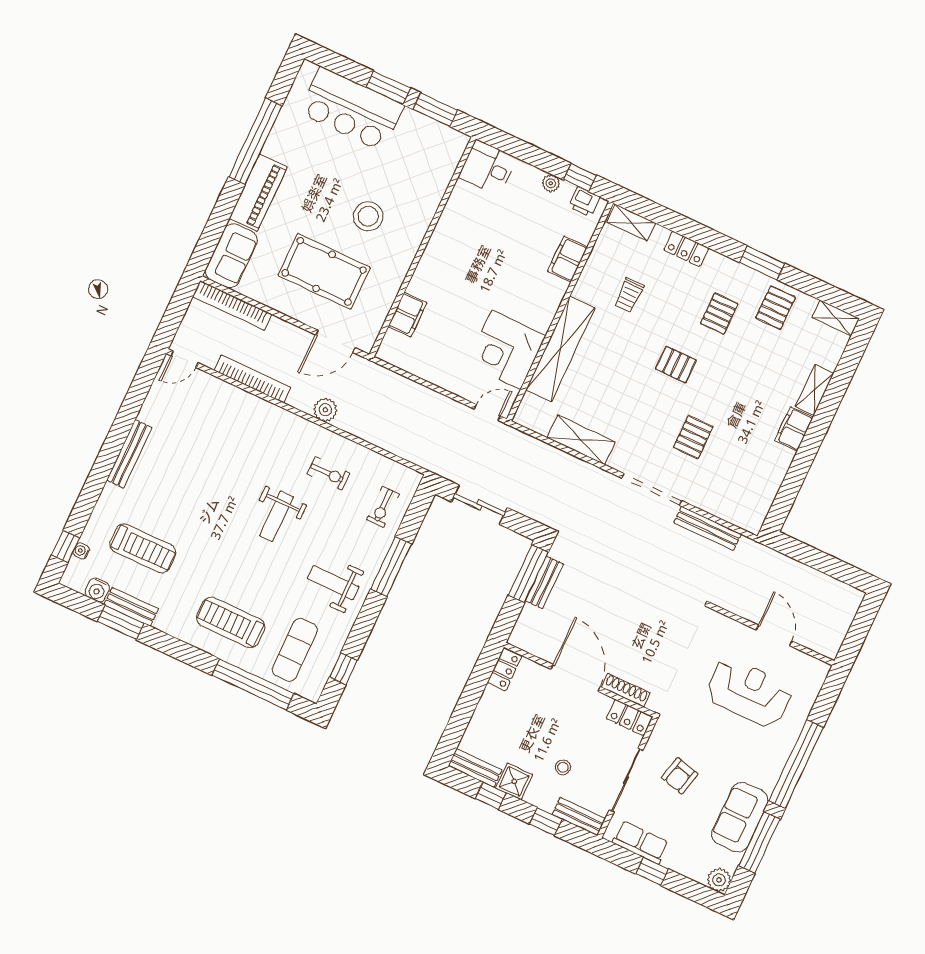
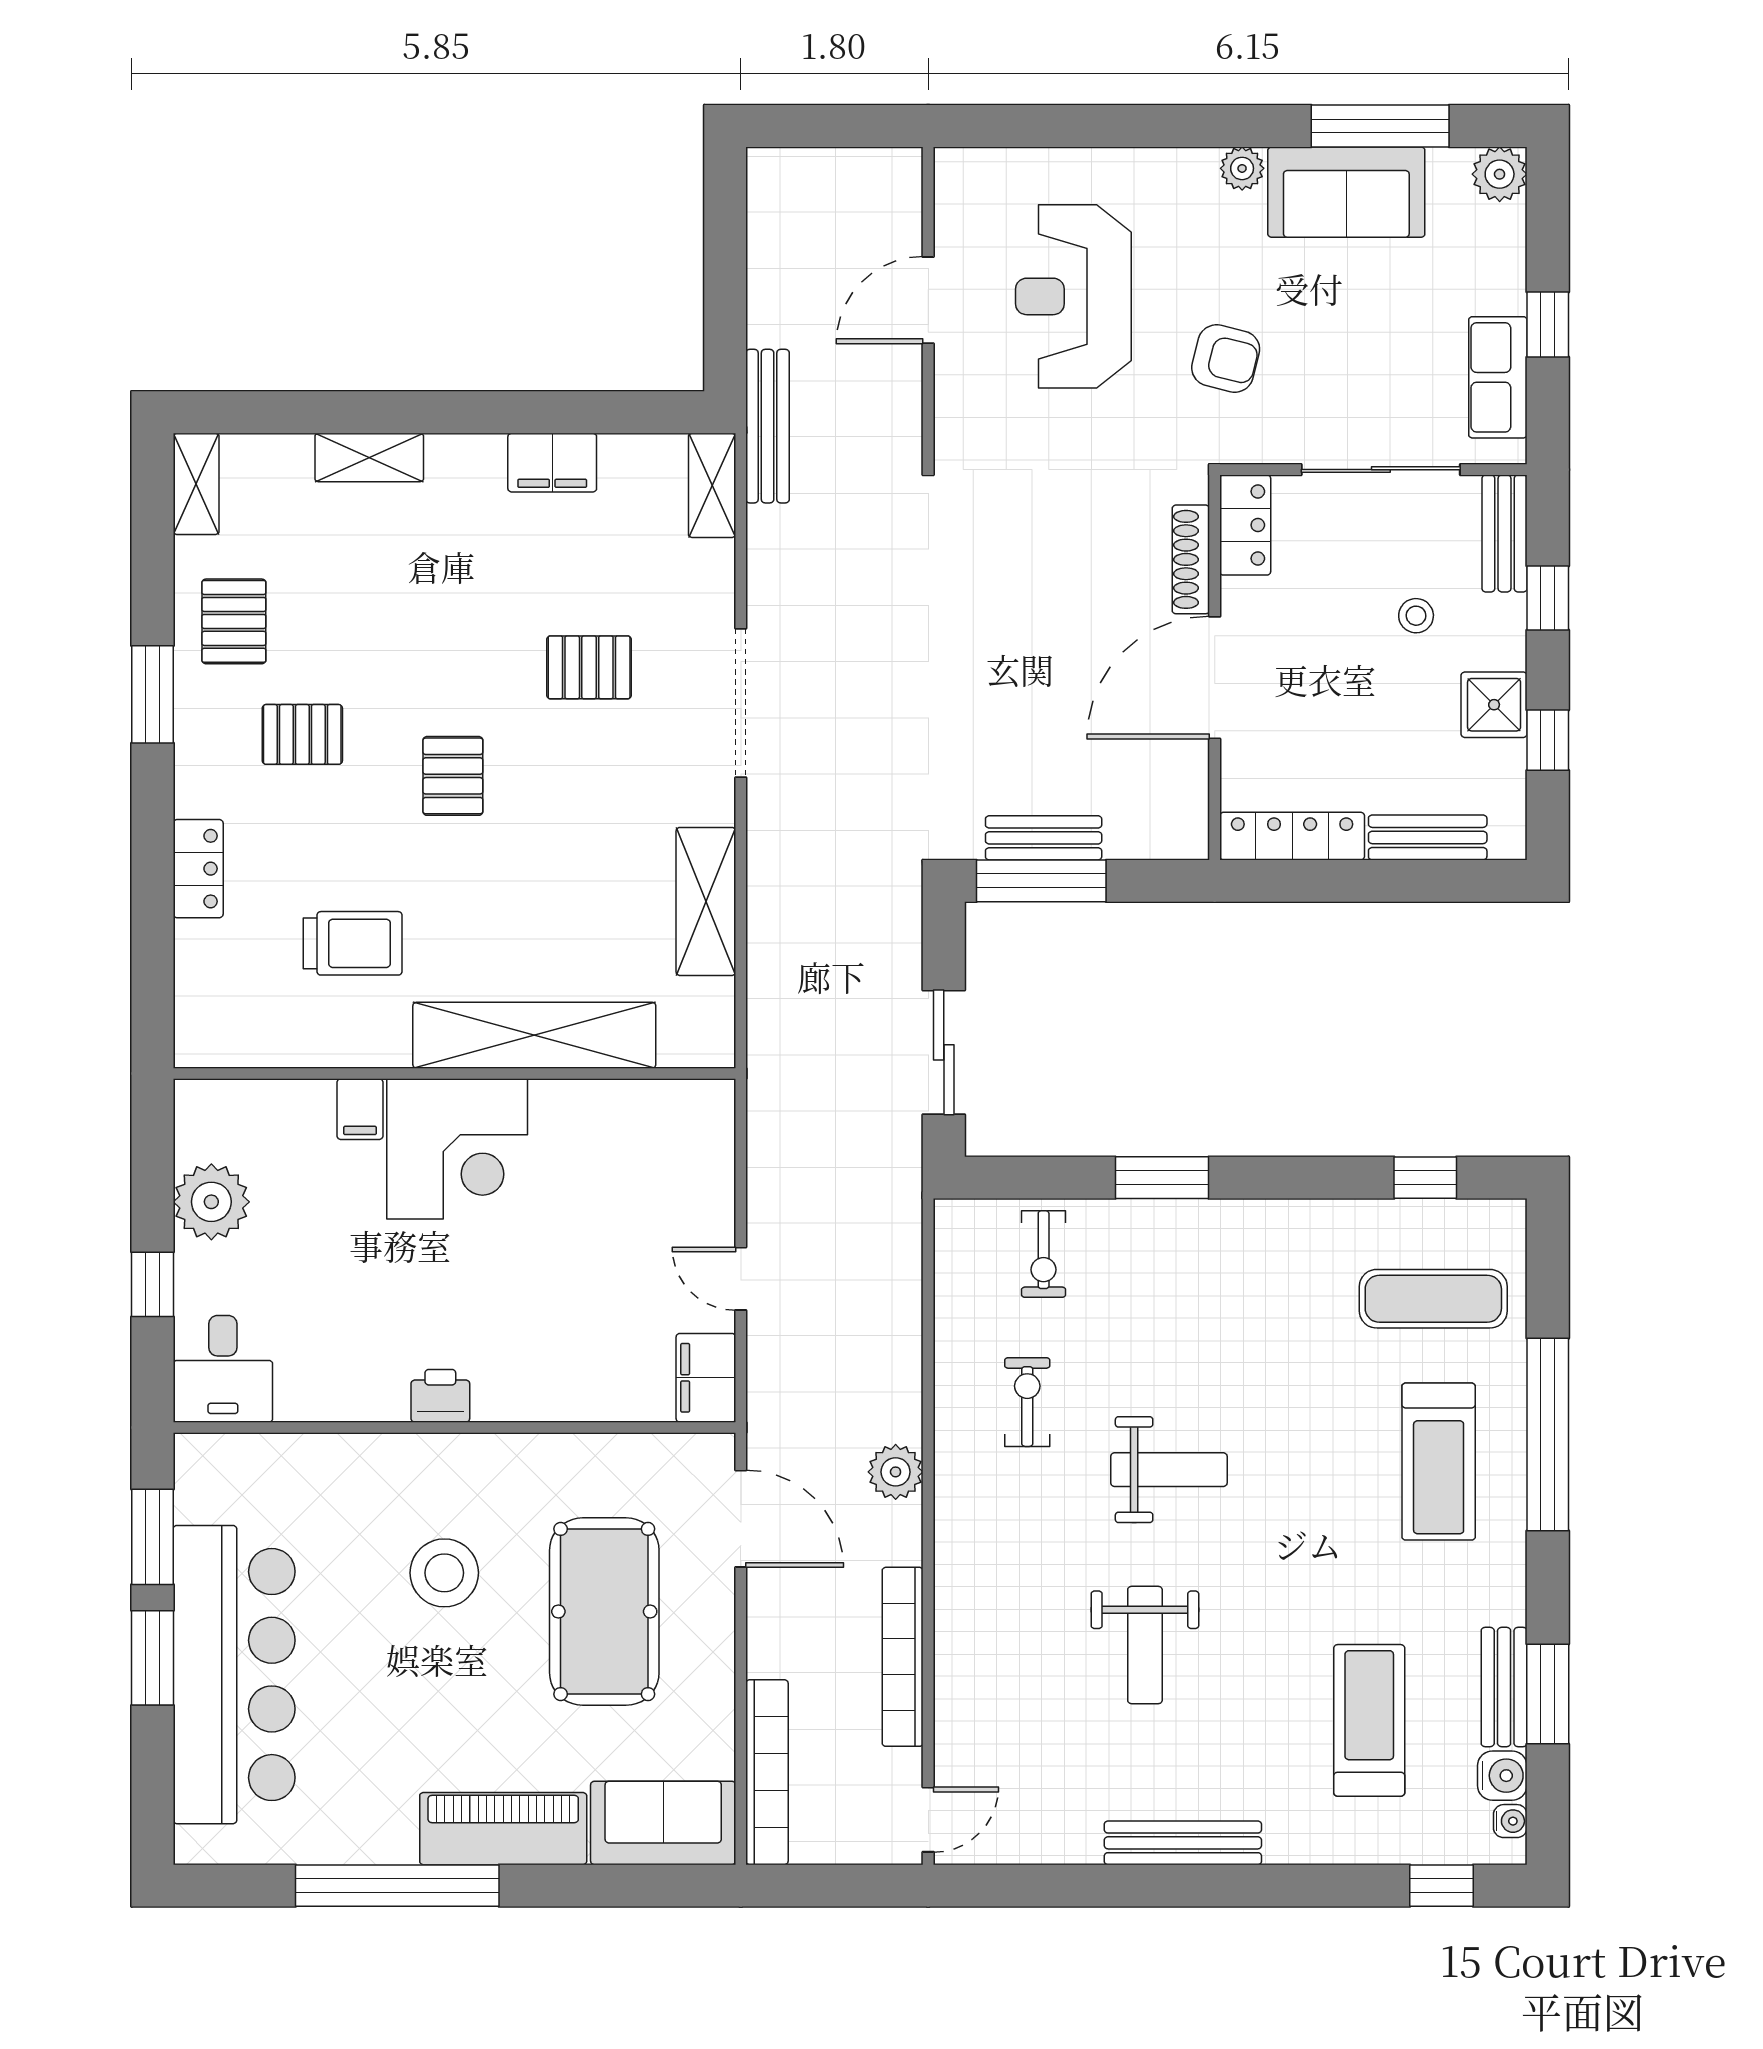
bar counter: (351, 109) -> (234, 1675), width x1.36
window: (580, 177) -> (152, 1284), moved
plant: (551, 183) -> (211, 1202), width x1.88, depth x1.88
printer: (584, 202) -> (440, 1396), moved, turned -90
shelving: (631, 222) -> (712, 485), moved
filing cabinet: (568, 259) -> (360, 1109), width x0.50
trolley: (629, 295) -> (353, 943), width x1.36, depth x1.39
pallet: (776, 308) -> (234, 621), turned 90
filing cabinet: (407, 314) -> (706, 1378), moved, turned -90
corner desk: (506, 350) -> (457, 1149), moved
door: (184, 359) -> (928, 1820), hinge flipped
door: (487, 412) -> (741, 1279), moved
filing cabinet: (794, 429) -> (552, 463), moved
exercise bike: (383, 507) -> (1044, 1254), turned 90
bench: (708, 528) -> (768, 426), moved
water cooler: (81, 551) -> (1510, 1821), moved, turned -90
window: (391, 567) -> (1162, 1178), width x0.69
weight bench: (333, 583) -> (1145, 1645), moved
locker: (504, 669) -> (1292, 836), width x1.53
window: (253, 684) -> (1548, 1434), moved
window: (796, 764) -> (1178, 126), removed
bench: (475, 768) -> (1428, 837), moved, turned 90
armchair: (680, 776) -> (1226, 359), moved
plant: (768, 781) -> (1242, 168), added

